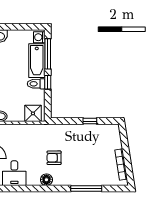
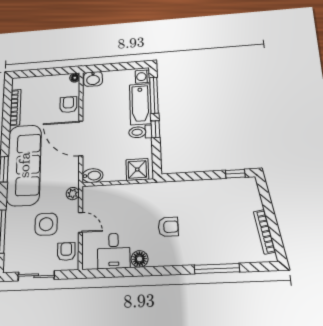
window: (90, 121) -> (235, 174), moved
armchair: (54, 158) -> (168, 227), turned 180
floor lamp: (46, 180) -> (140, 259), moved

